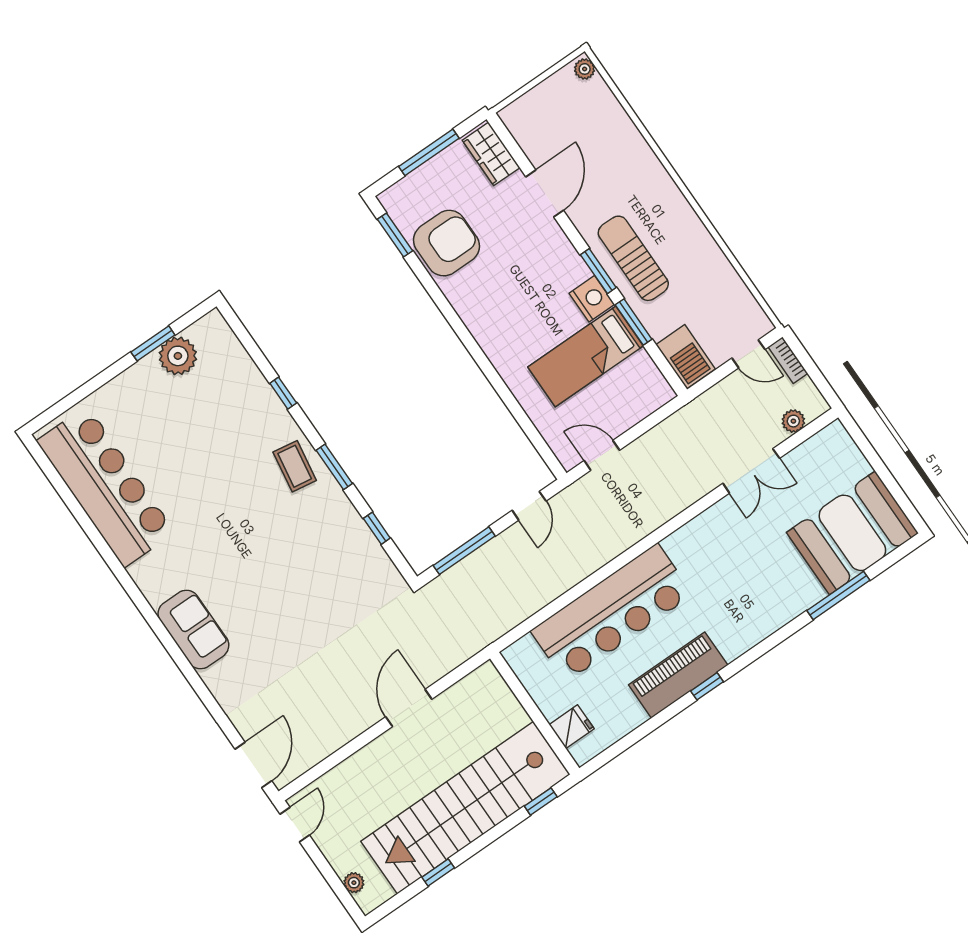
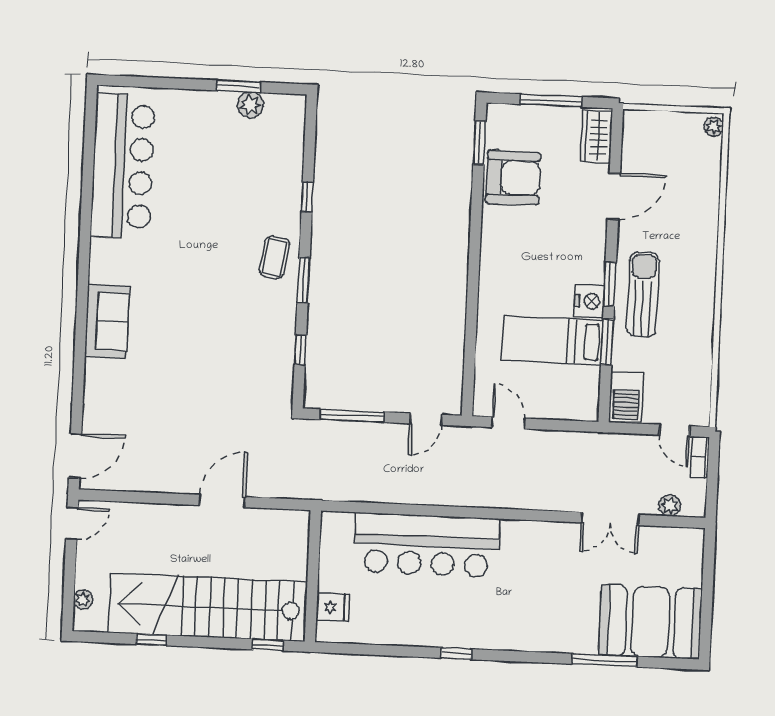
plant: (178, 356) -> (250, 105), width x0.73, depth x0.73
piano: (678, 675) -> (441, 629), removed

